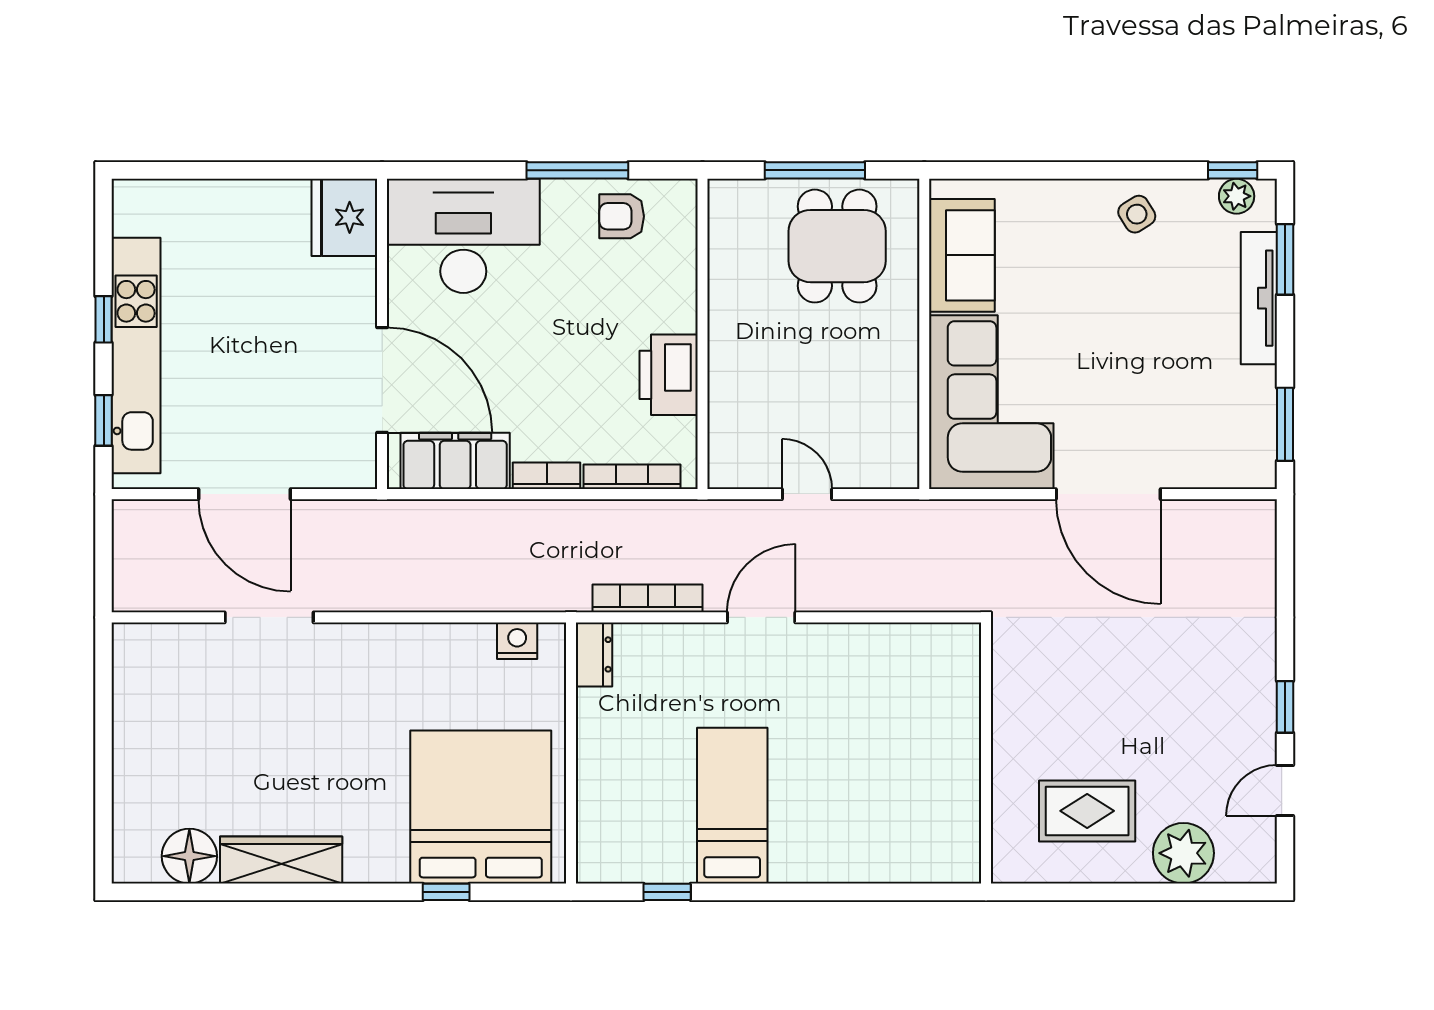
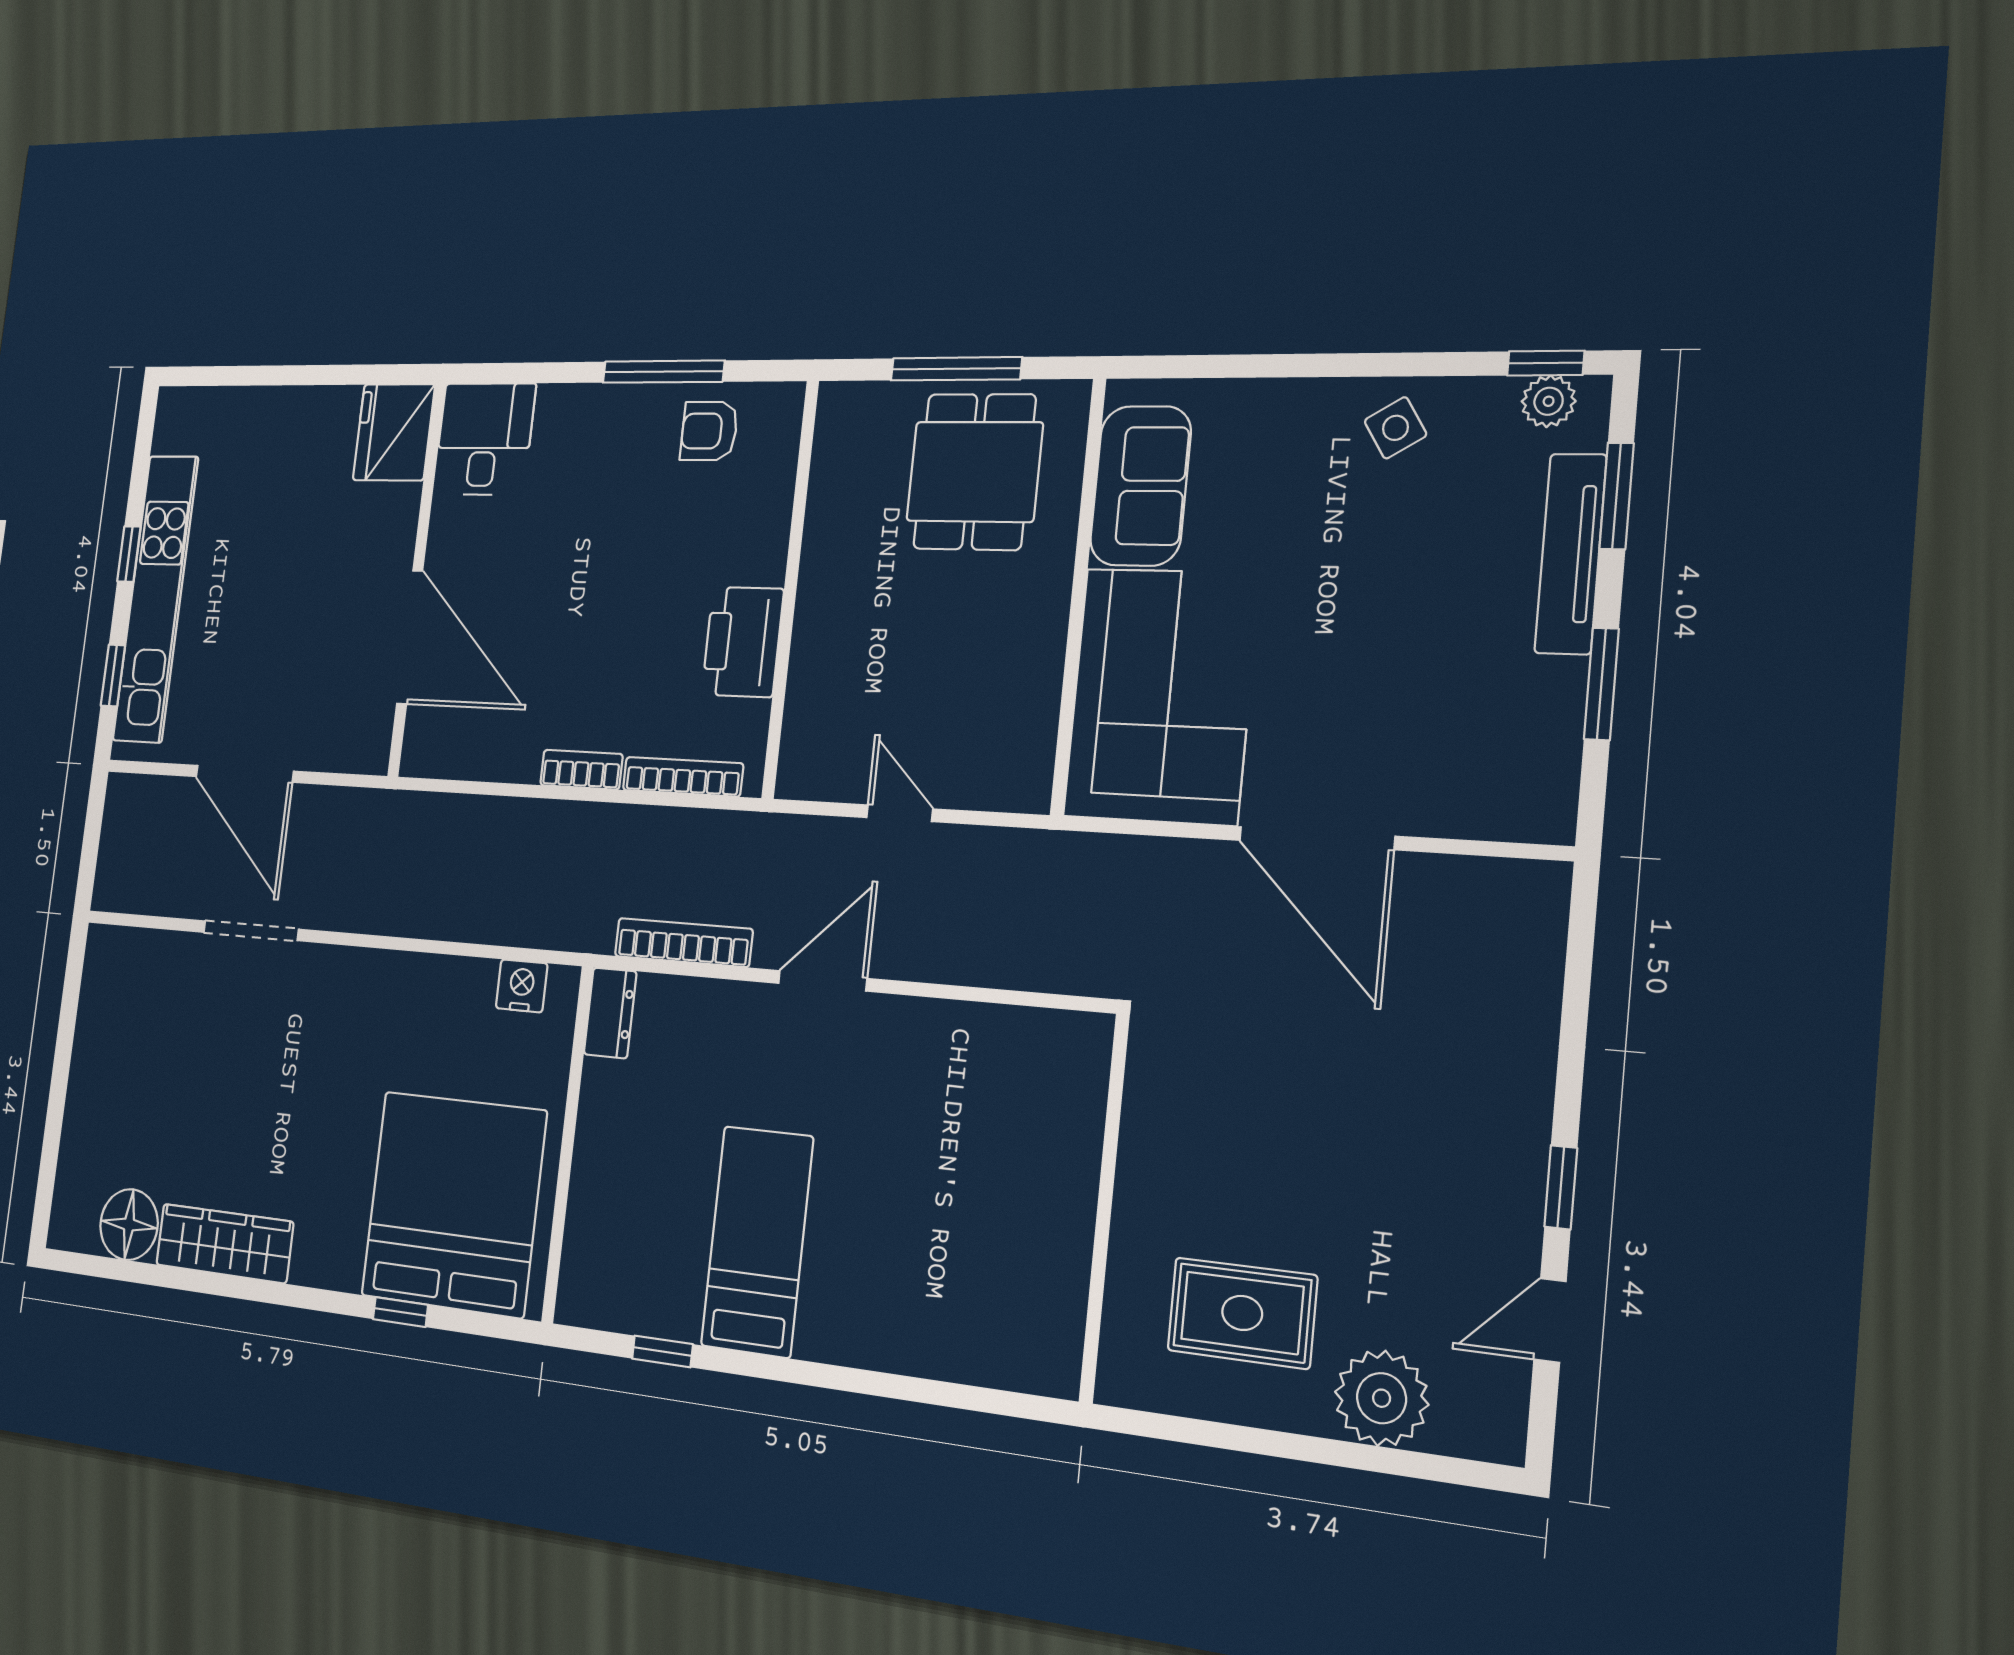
desk: (463, 236) -> (484, 439), width x0.53, depth x0.77
window: (1285, 424) -> (1601, 684), moved
filing cabinet: (455, 461) -> (479, 745), removed

